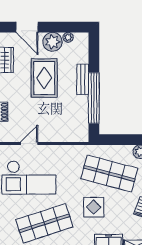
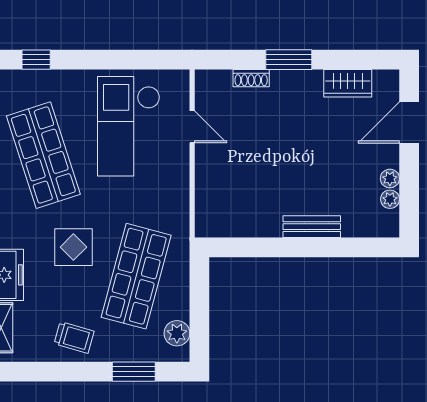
plant: (52, 42) -> (390, 179), width x0.53, depth x0.53
rug: (44, 78) -> (314, 155), removed
window: (94, 98) -> (277, 247), removed

